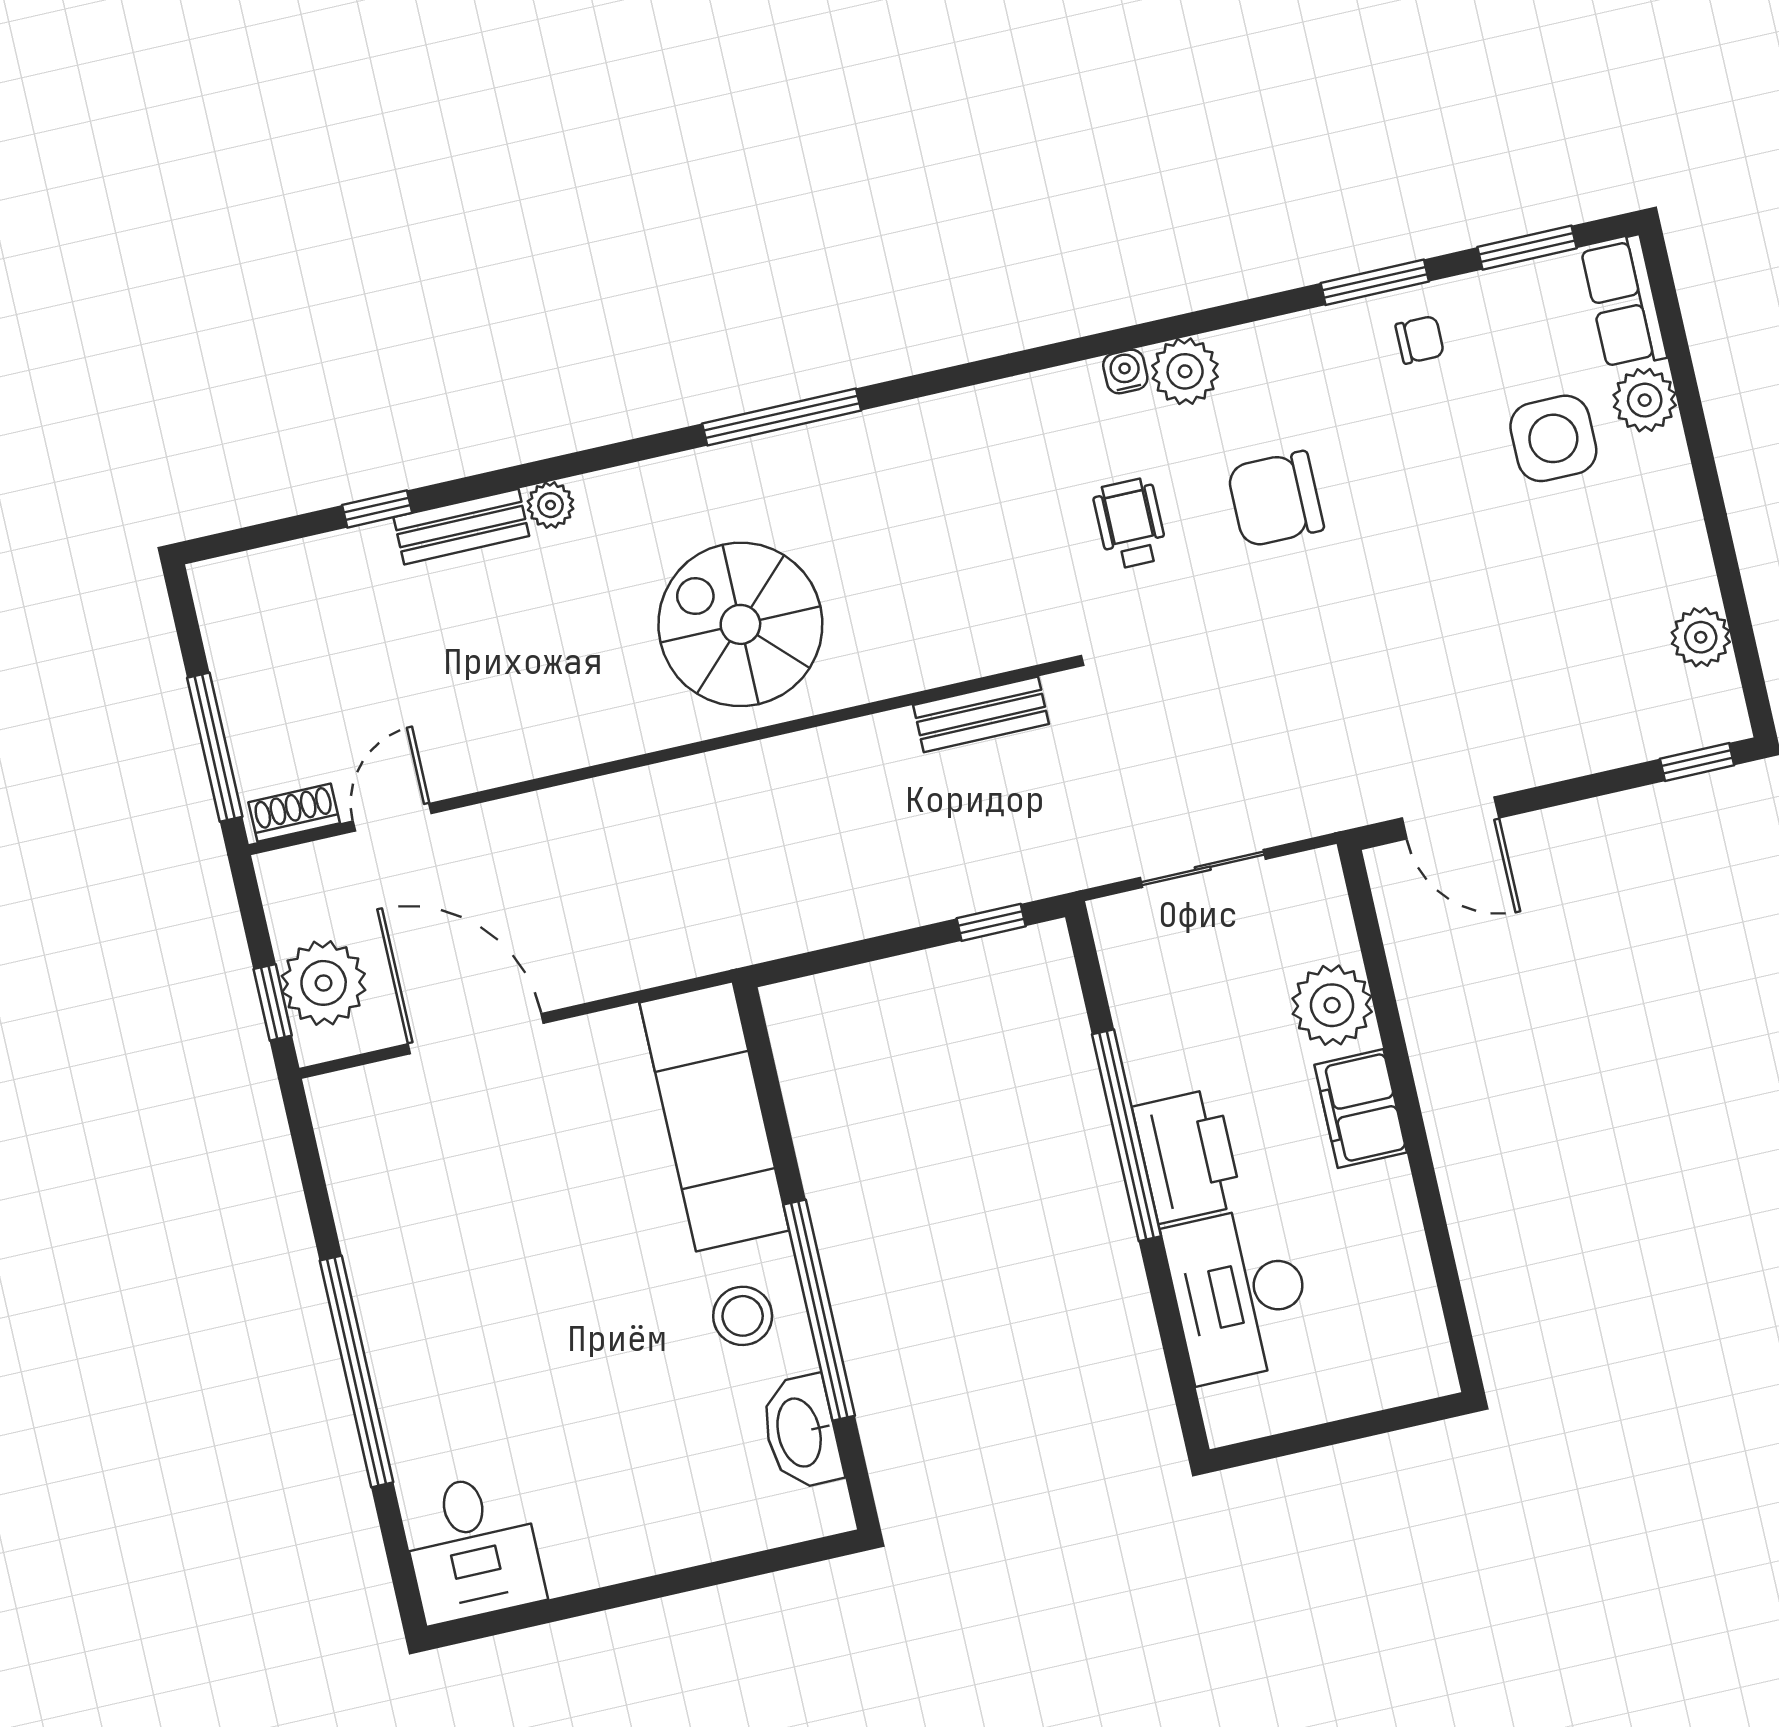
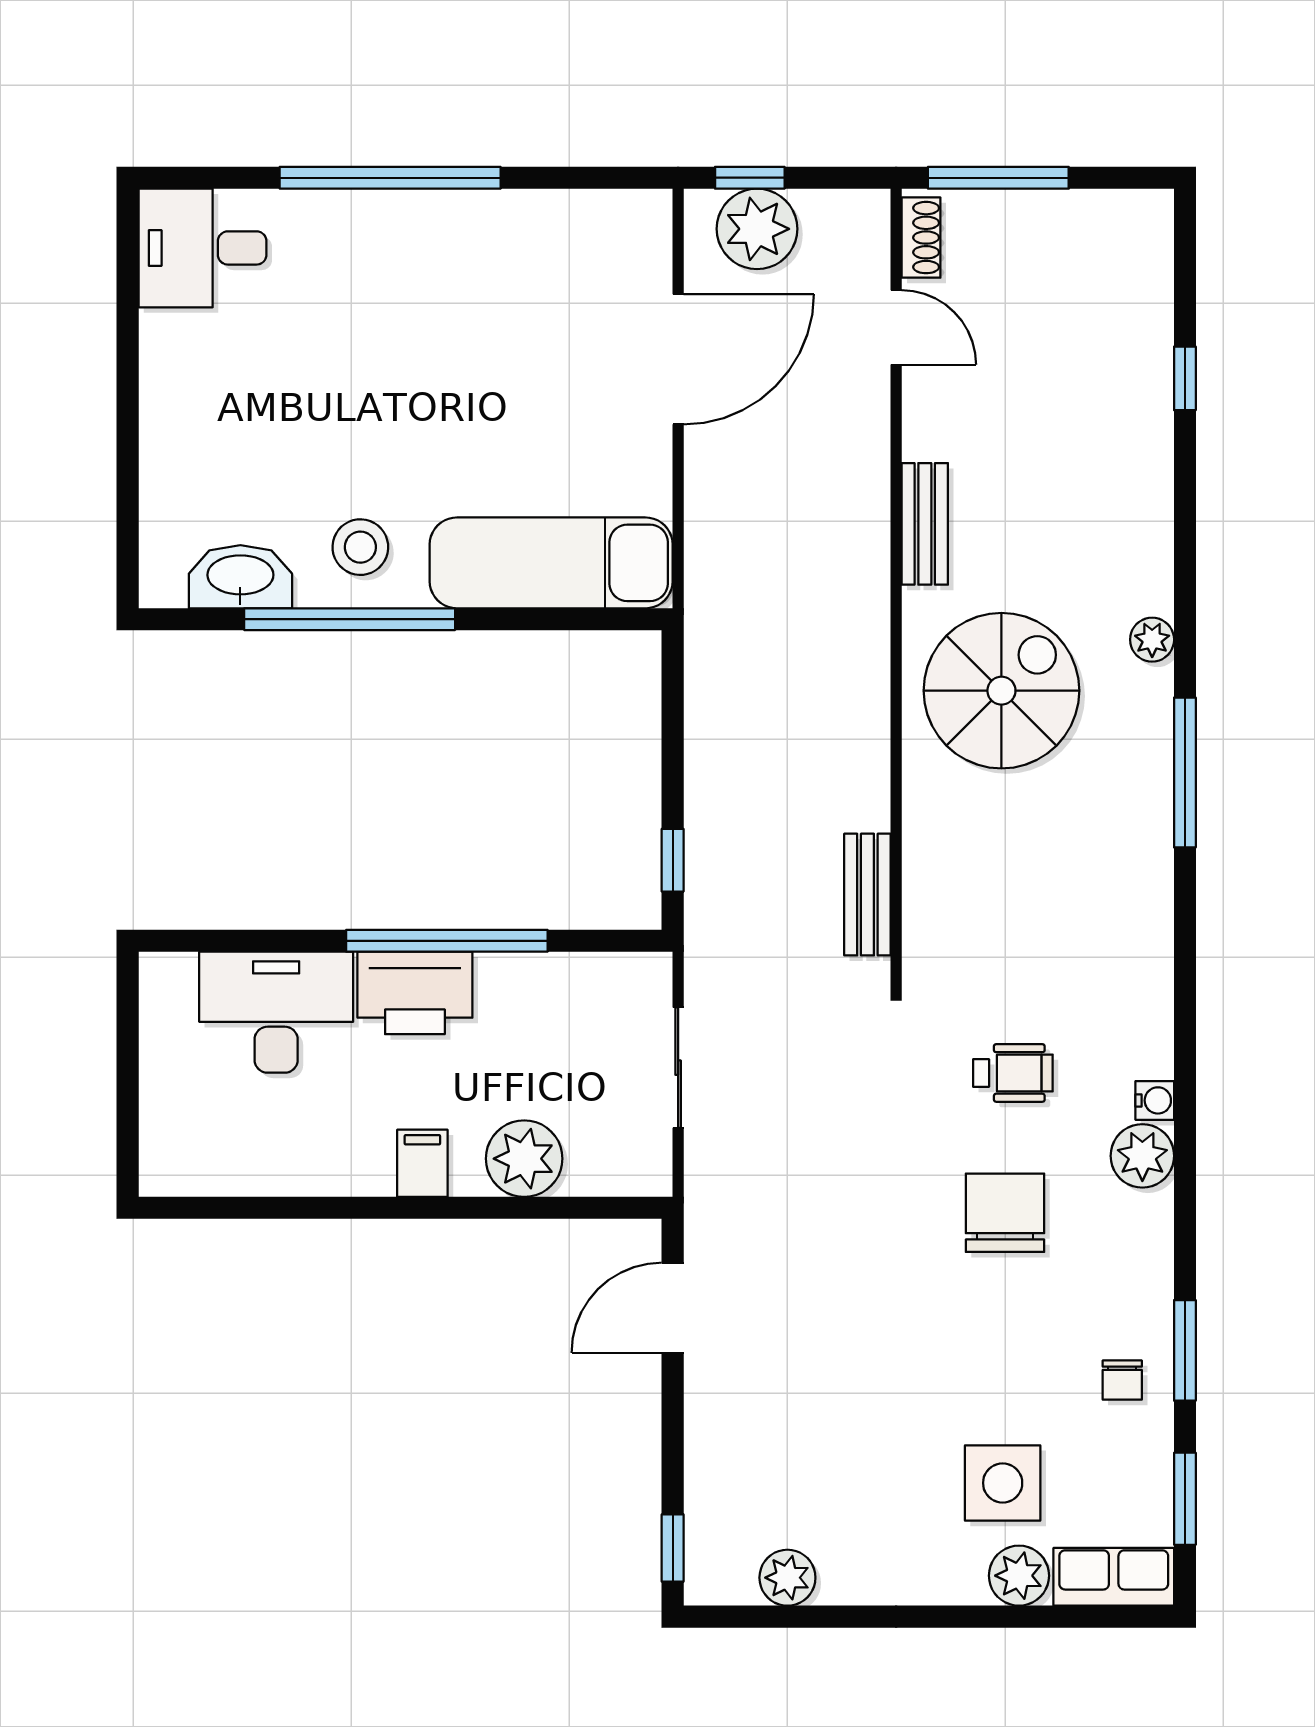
plant: (550, 505) -> (1152, 640), moved
bench: (461, 527) -> (925, 524), moved
filing cabinet: (1361, 1109) -> (422, 1163), width x0.50

